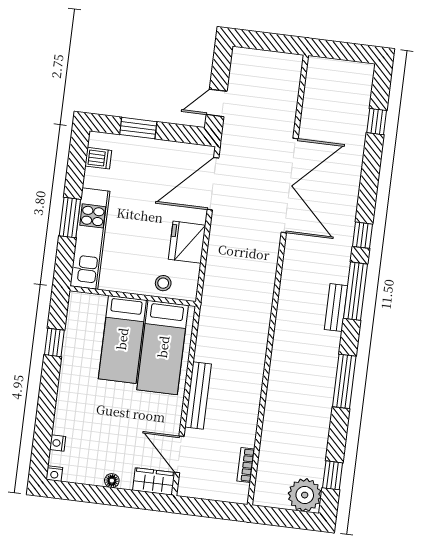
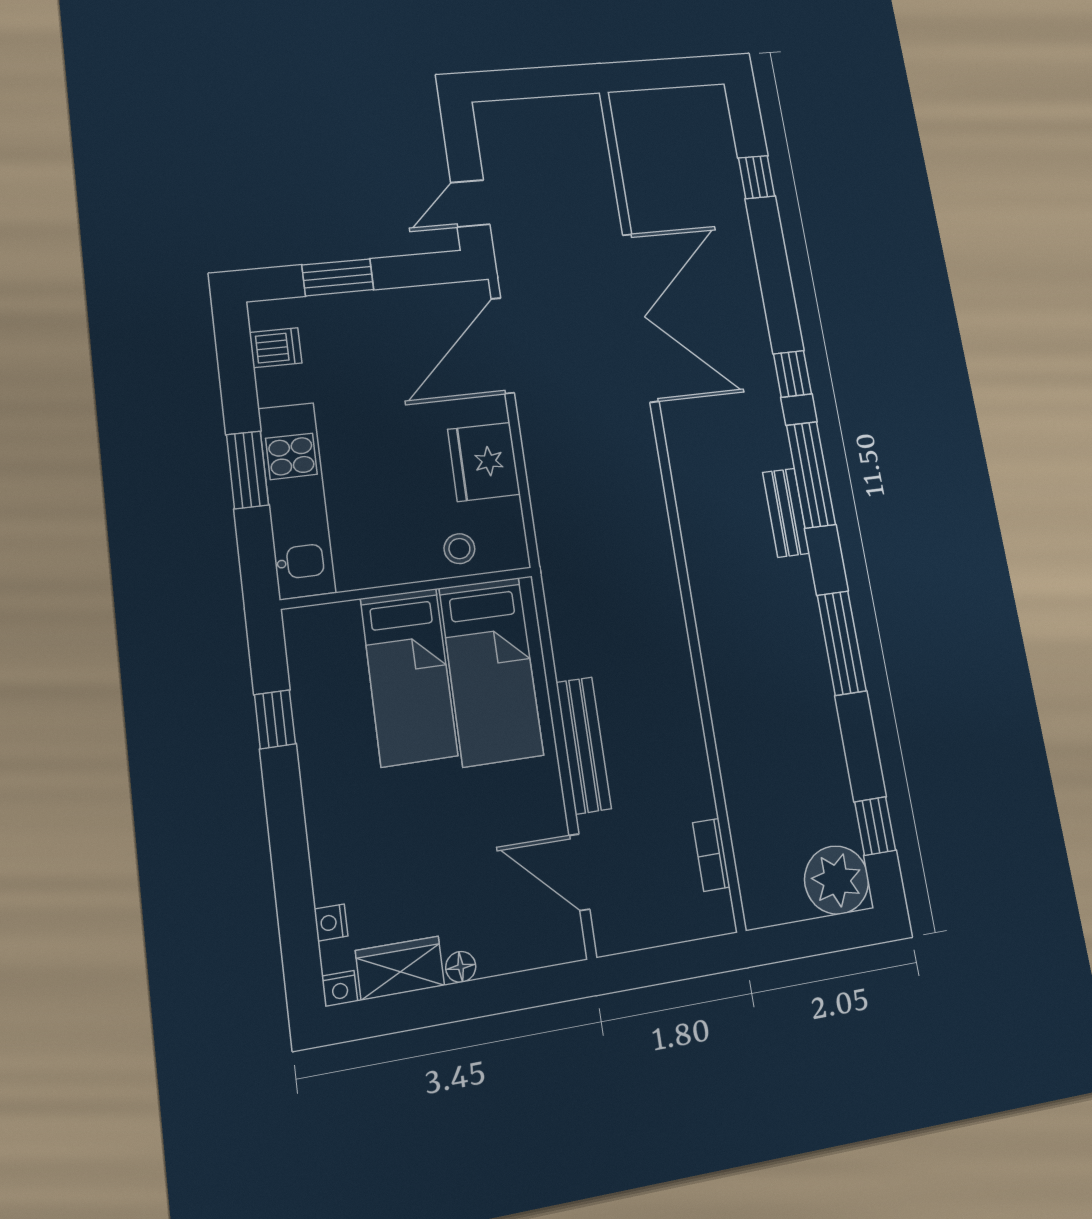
wardrobe: (154, 481) -> (400, 968), moved

